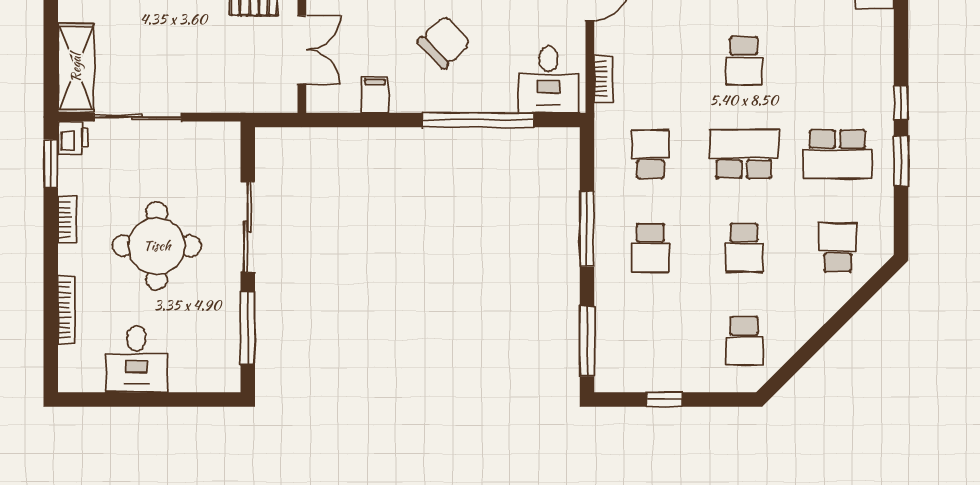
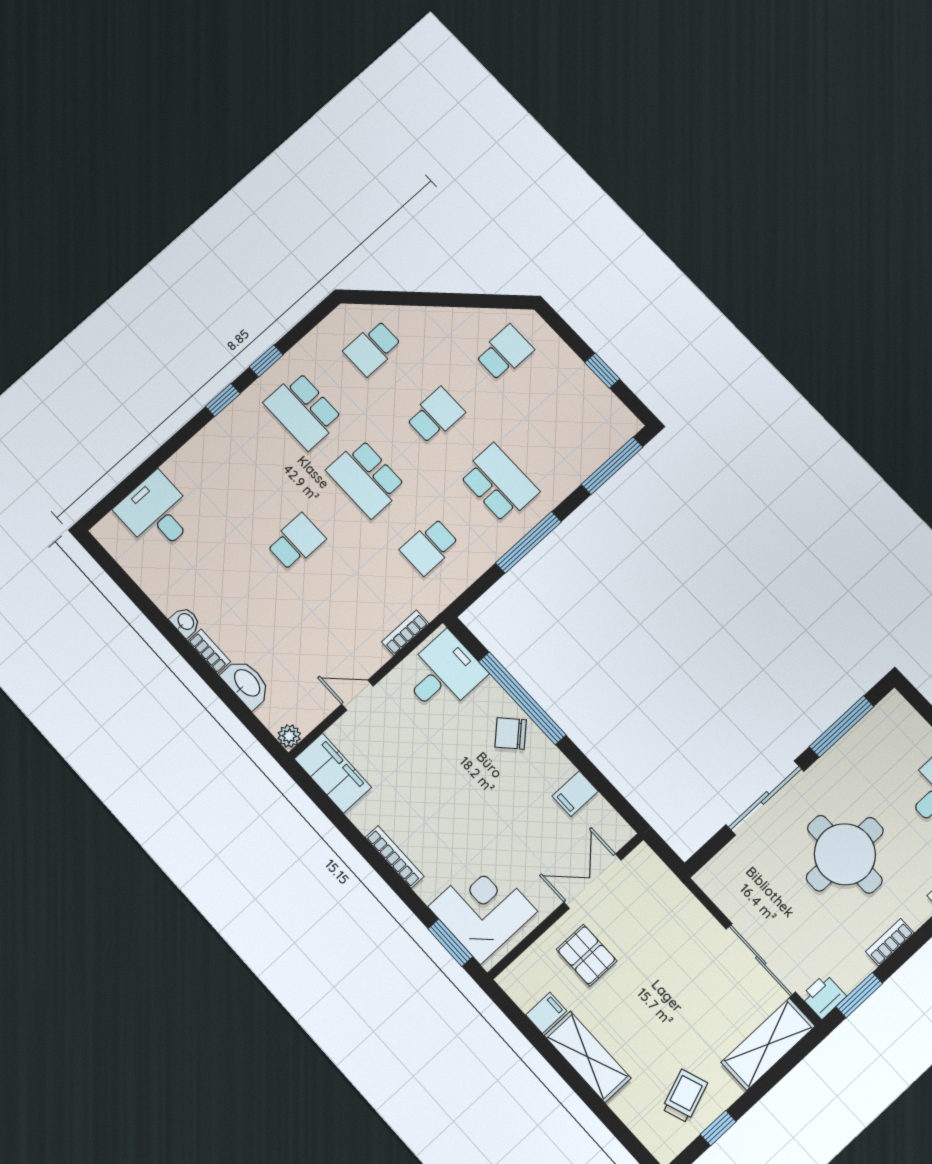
chair: (444, 42) -> (511, 733), moved, width x0.73, depth x0.73
school desk: (838, 154) -> (303, 411), turned 180
window: (901, 161) -> (266, 361), width x0.67
school desk: (650, 248) -> (499, 483), width x1.85

